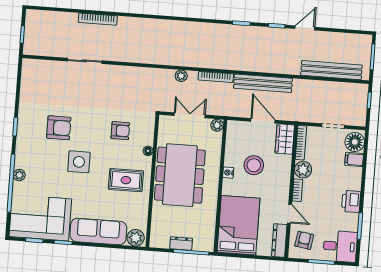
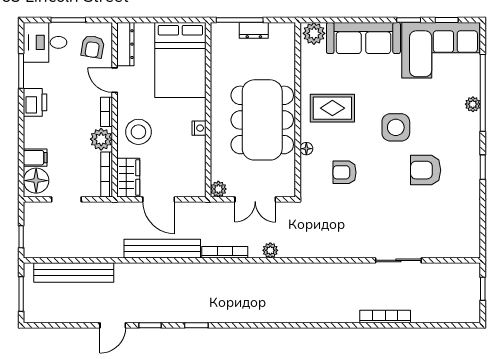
stool: (254, 165) -> (138, 132), moved

